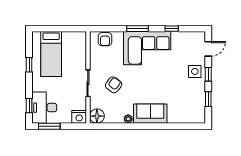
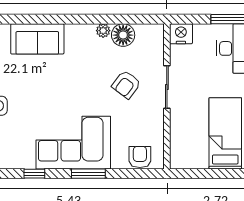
sofa: (150, 114) -> (37, 39), moved
floor lamp: (97, 116) -> (123, 35), moved

